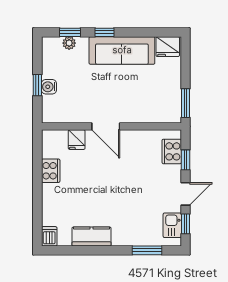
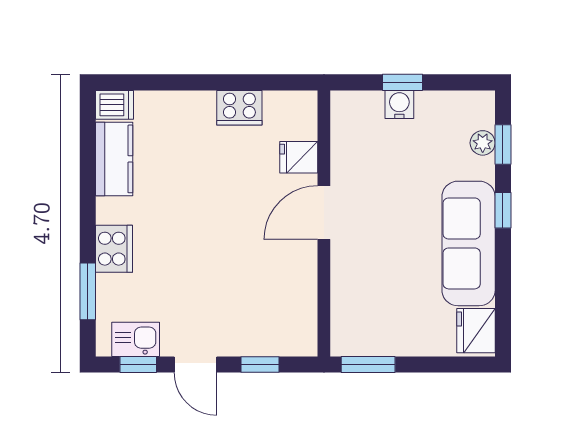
cooker: (172, 151) -> (114, 249), moved, turned 90
kitchen counter: (92, 237) -> (114, 159), moved

